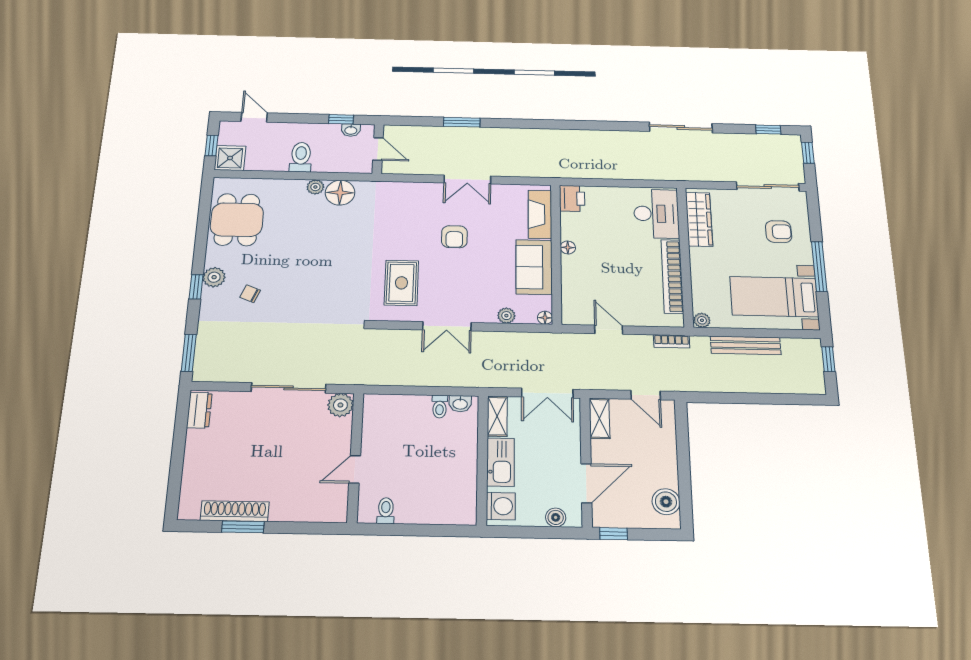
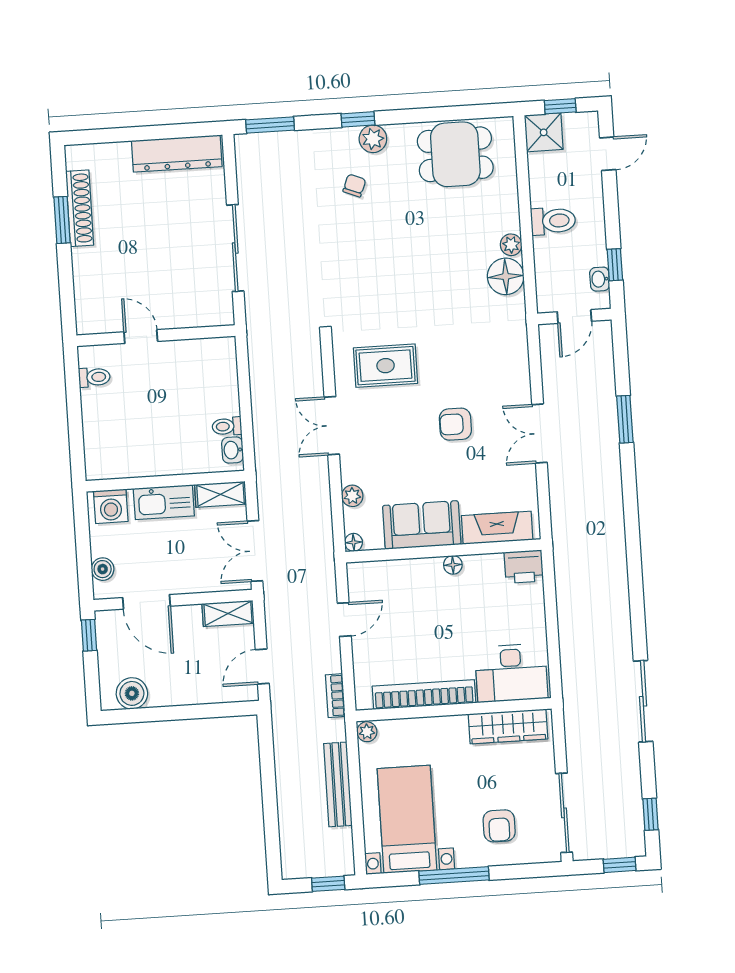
plant: (340, 405) -> (219, 311), removed
dresser: (199, 410) -> (177, 154), width x1.96, depth x1.24

